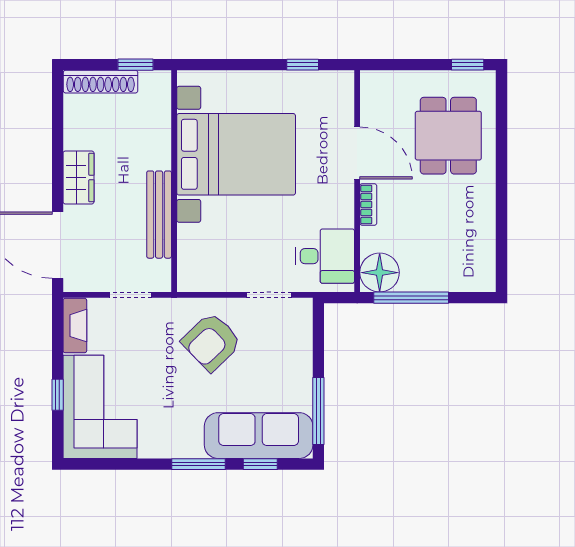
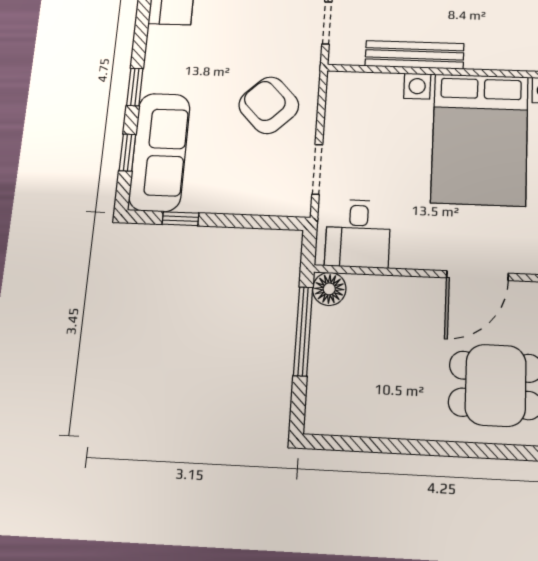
bookcase: (368, 205) -> (416, 286), removed
floor lamp: (380, 273) -> (329, 289), width x0.73, depth x0.73
window: (318, 411) -> (180, 219), width x0.46
window: (199, 464) -> (135, 87), width x0.67

